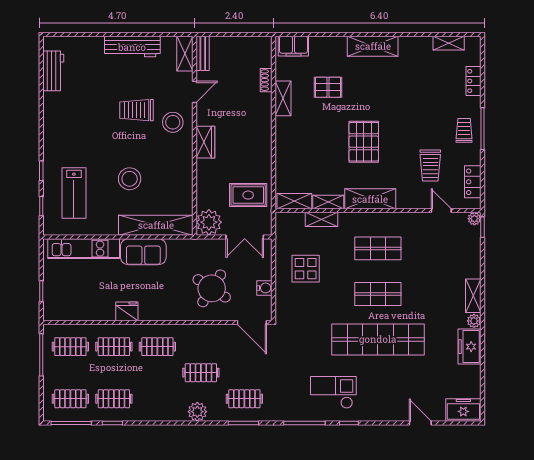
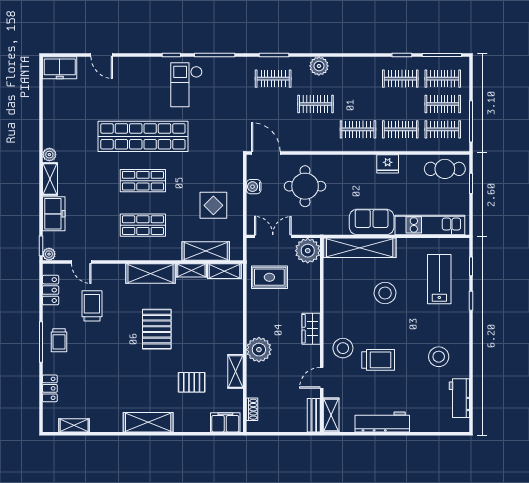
shoe rack: (266, 80) -> (252, 409), moved
stool: (75, 113) -> (439, 357), added
plant: (259, 121) -> (259, 350), added
shelving: (322, 219) -> (206, 251), width x1.50, depth x1.33
round table: (212, 288) -> (305, 186), turned -33
cafe table: (68, 306) -> (445, 169), added
freezer: (469, 347) -> (54, 214), moved
clothes rail: (70, 373) -> (443, 104), added
checkout: (333, 392) -> (186, 85), turned 90

